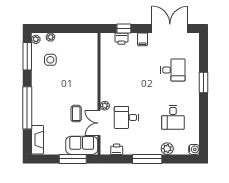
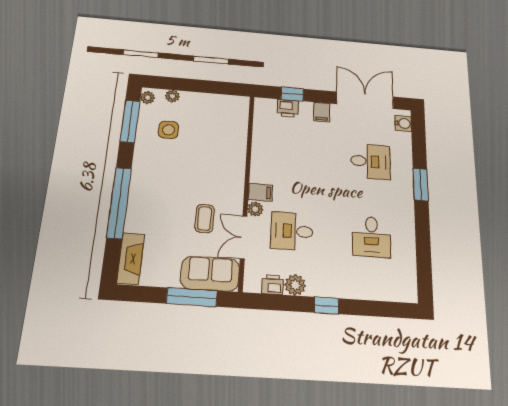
filing cabinet: (107, 95) -> (260, 192), added
plant: (167, 149) -> (295, 285), moved
water cooler: (194, 149) -> (403, 123), moved
window: (147, 159) -> (326, 305), width x0.46

